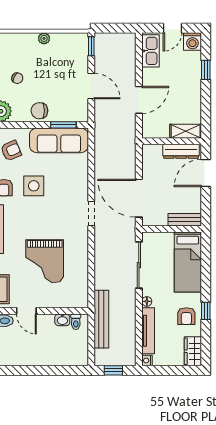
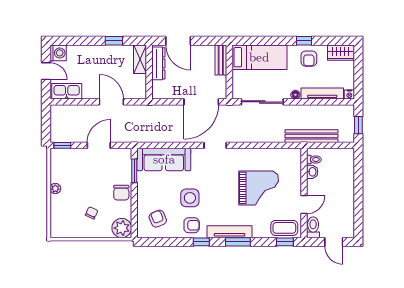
window: (206, 70) -> (114, 41), moved
sofa: (59, 140) -> (164, 159), moved, turned 90
armchair: (186, 316) -> (309, 59), turned 90

